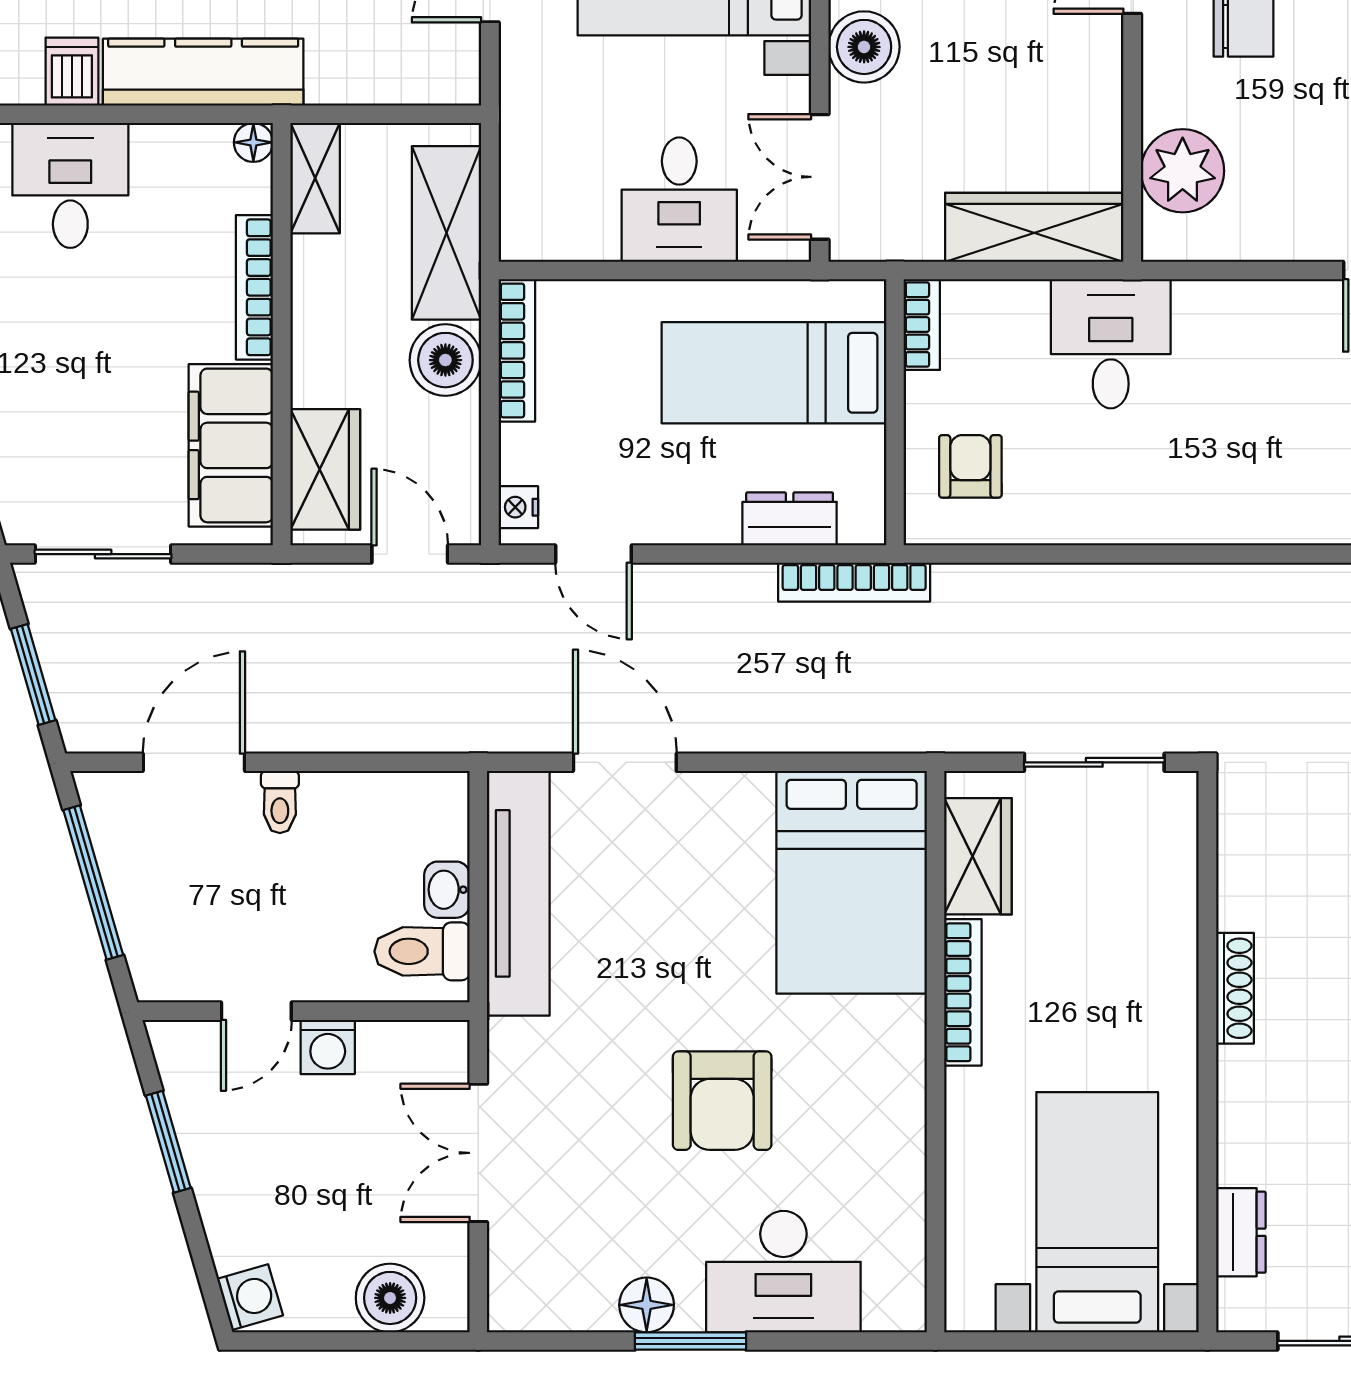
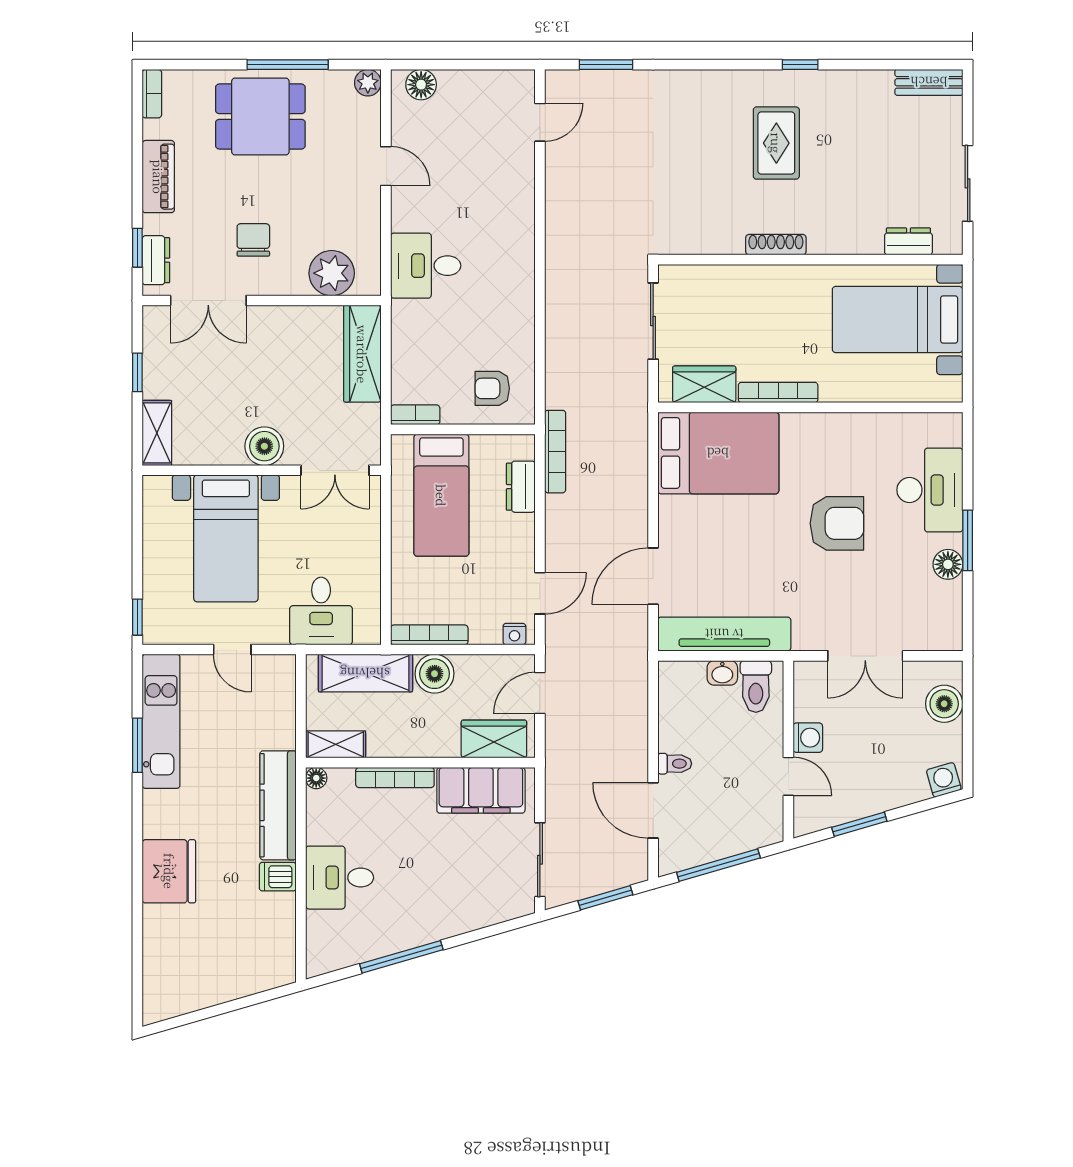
desk: (679, 200) -> (321, 611), moved, turned 90
desk: (1111, 344) -> (426, 266), moved

